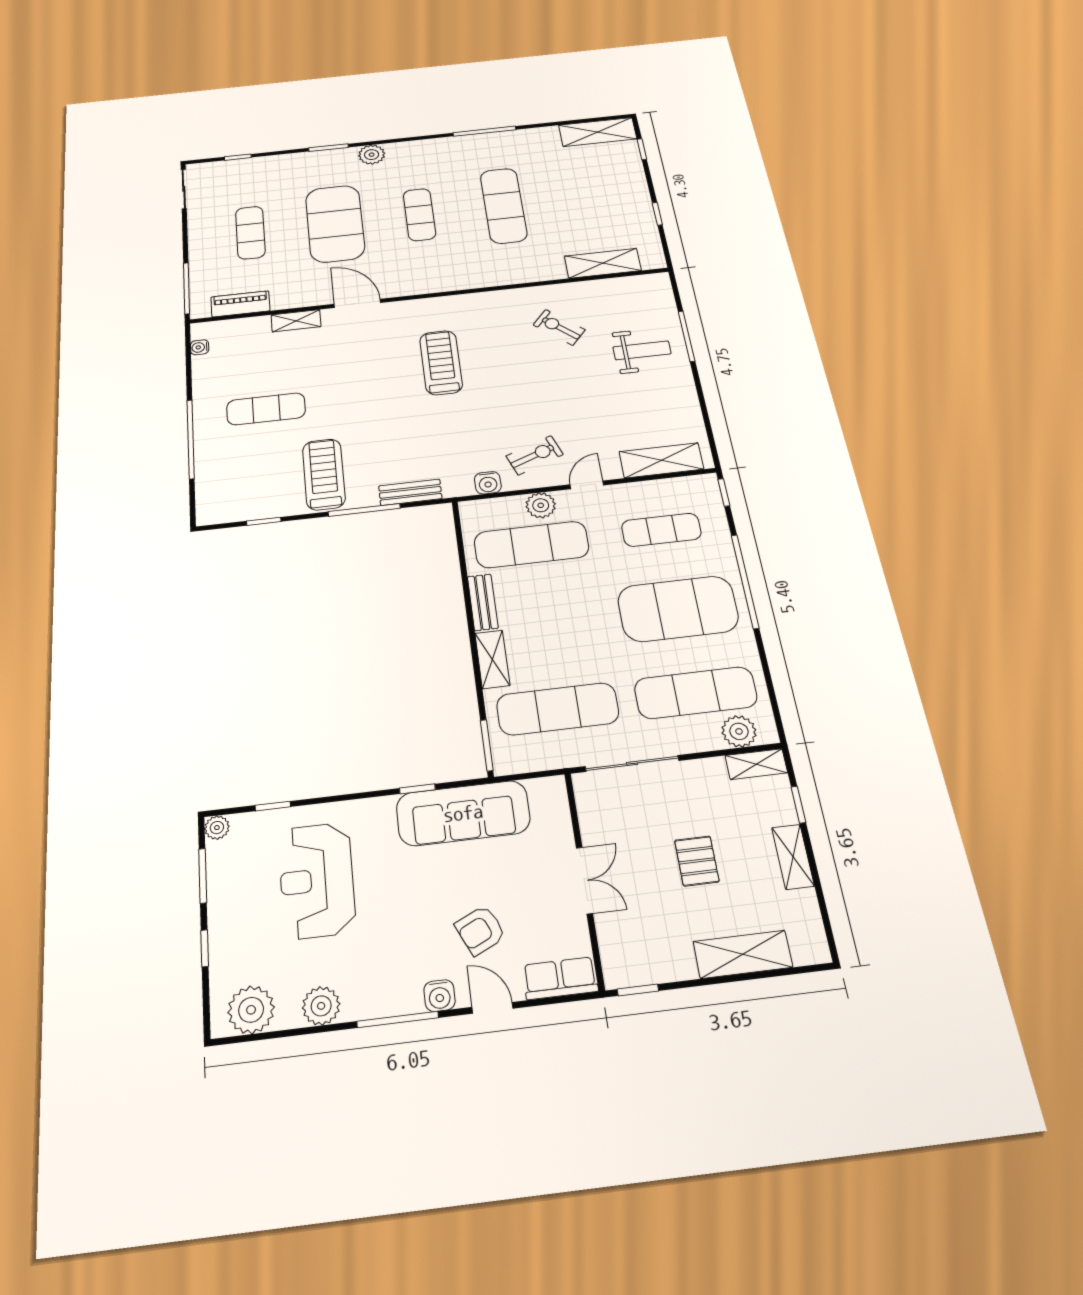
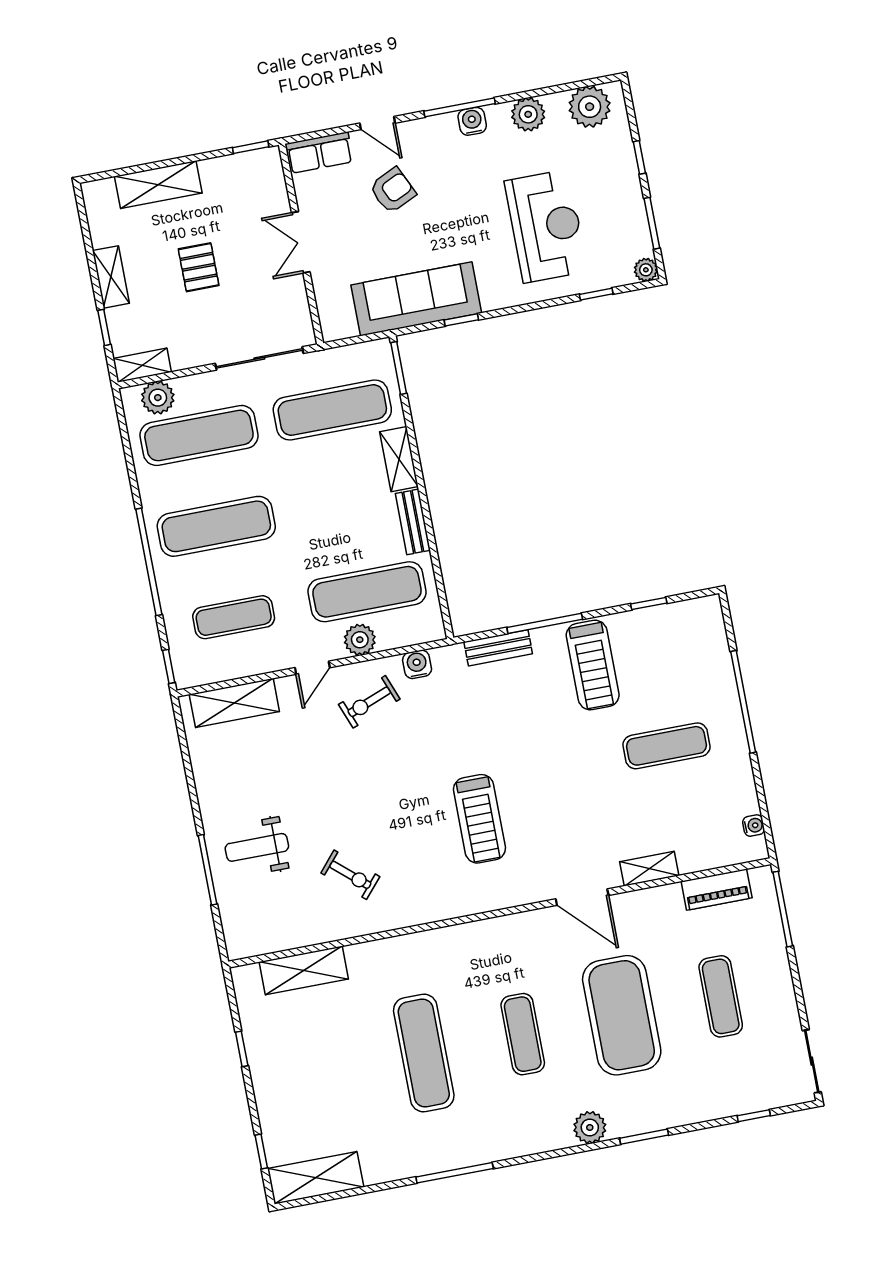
exercise mat: (678, 609) -> (216, 526), width x0.68
water cooler: (439, 996) -> (472, 121), moved

